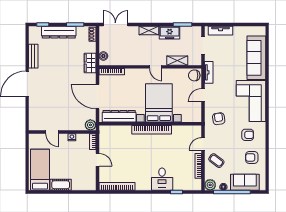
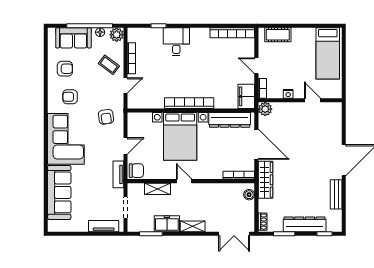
wardrobe: (90, 63) -> (266, 180), width x1.50
filing cabinet: (106, 135) -> (246, 96), added
cot: (61, 185) -> (278, 35), moved

